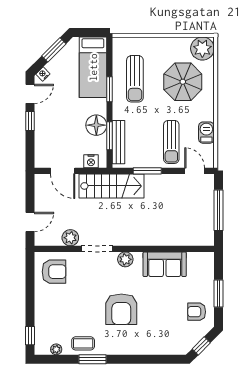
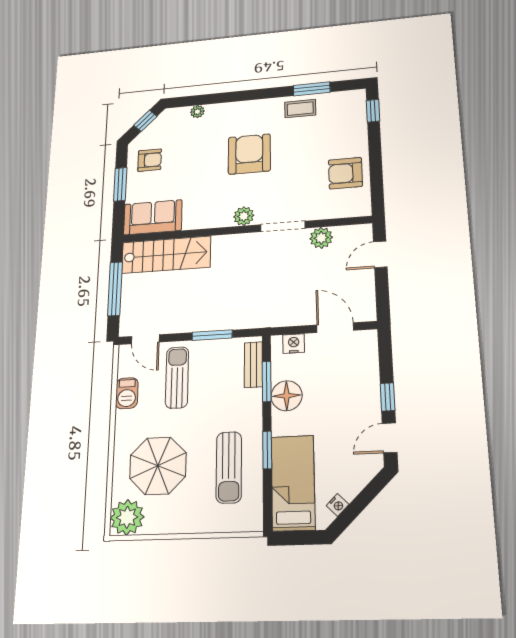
window: (54, 50) -> (355, 508), removed
nightstand: (43, 74) -> (338, 505), moved
sun lounger: (135, 79) -> (229, 467), turned 180
bench: (119, 142) -> (253, 365), width x0.73
stairs: (112, 186) -> (166, 255), moved, turned 180
sofa: (165, 264) -> (153, 217), moved
armchair: (54, 272) -> (345, 173), moved
plant: (56, 349) -> (197, 112), moved
window: (92, 359) -> (312, 89), moved

